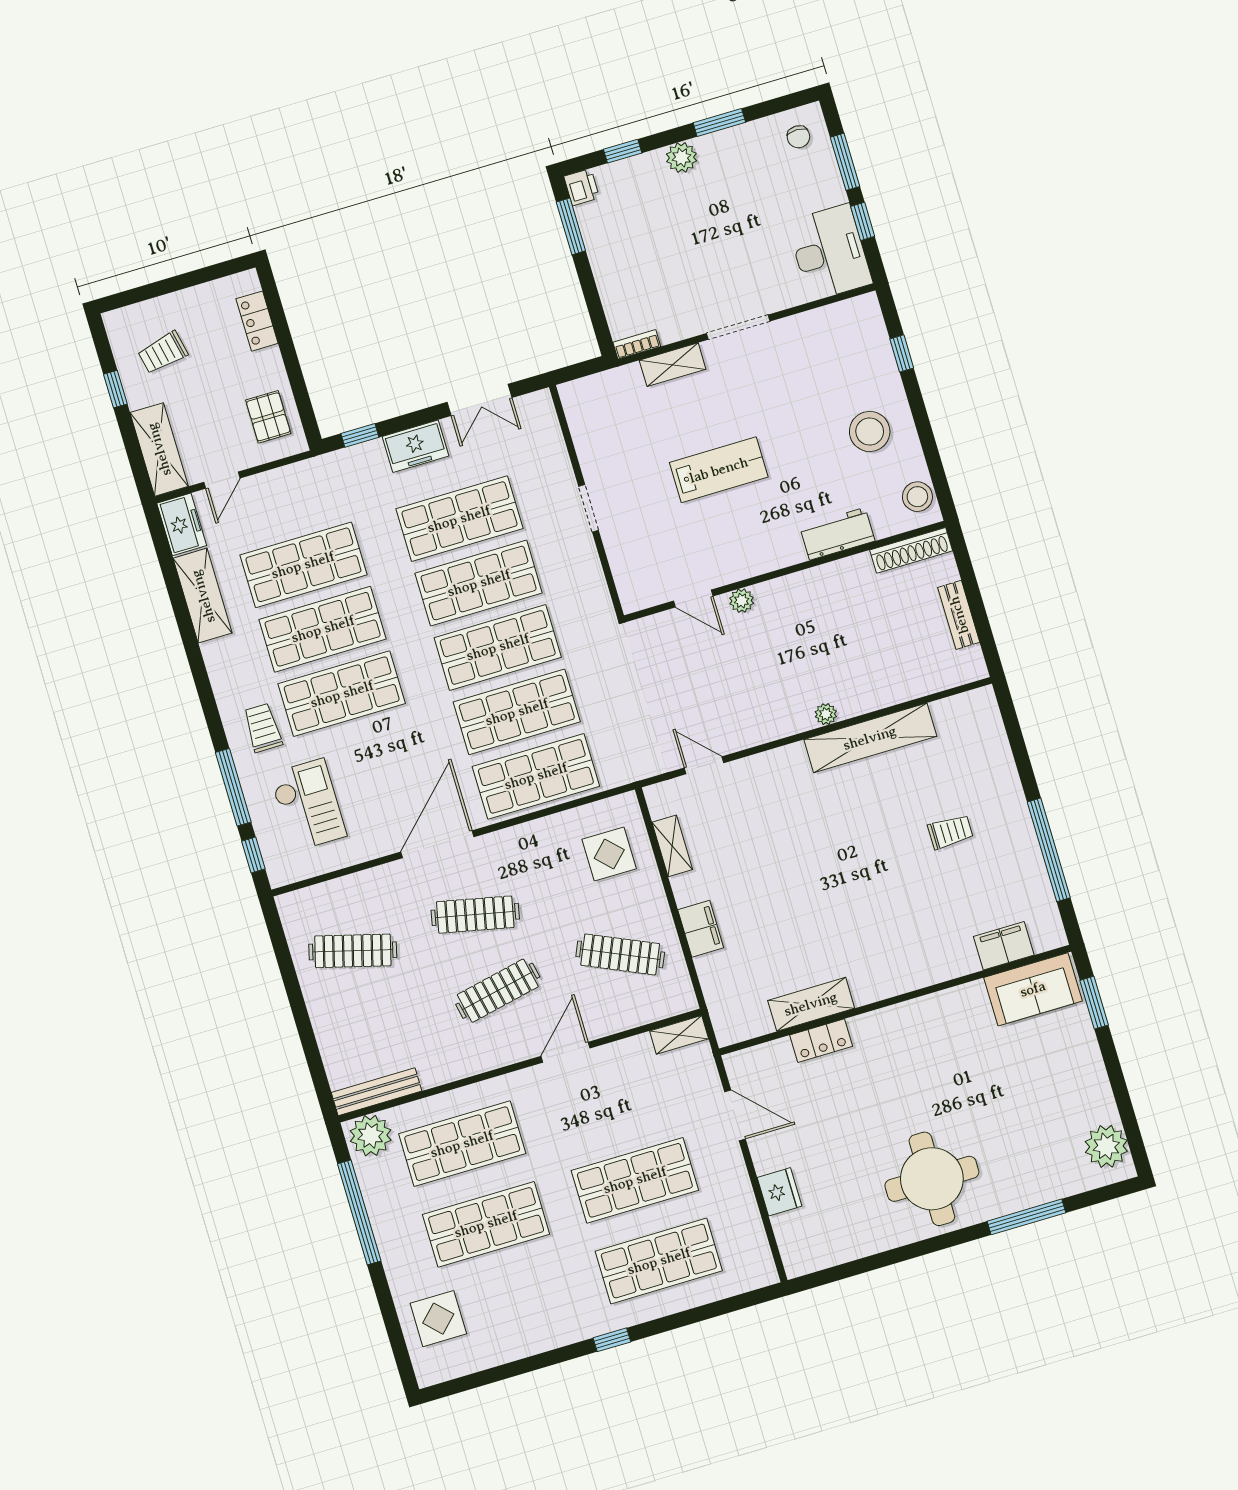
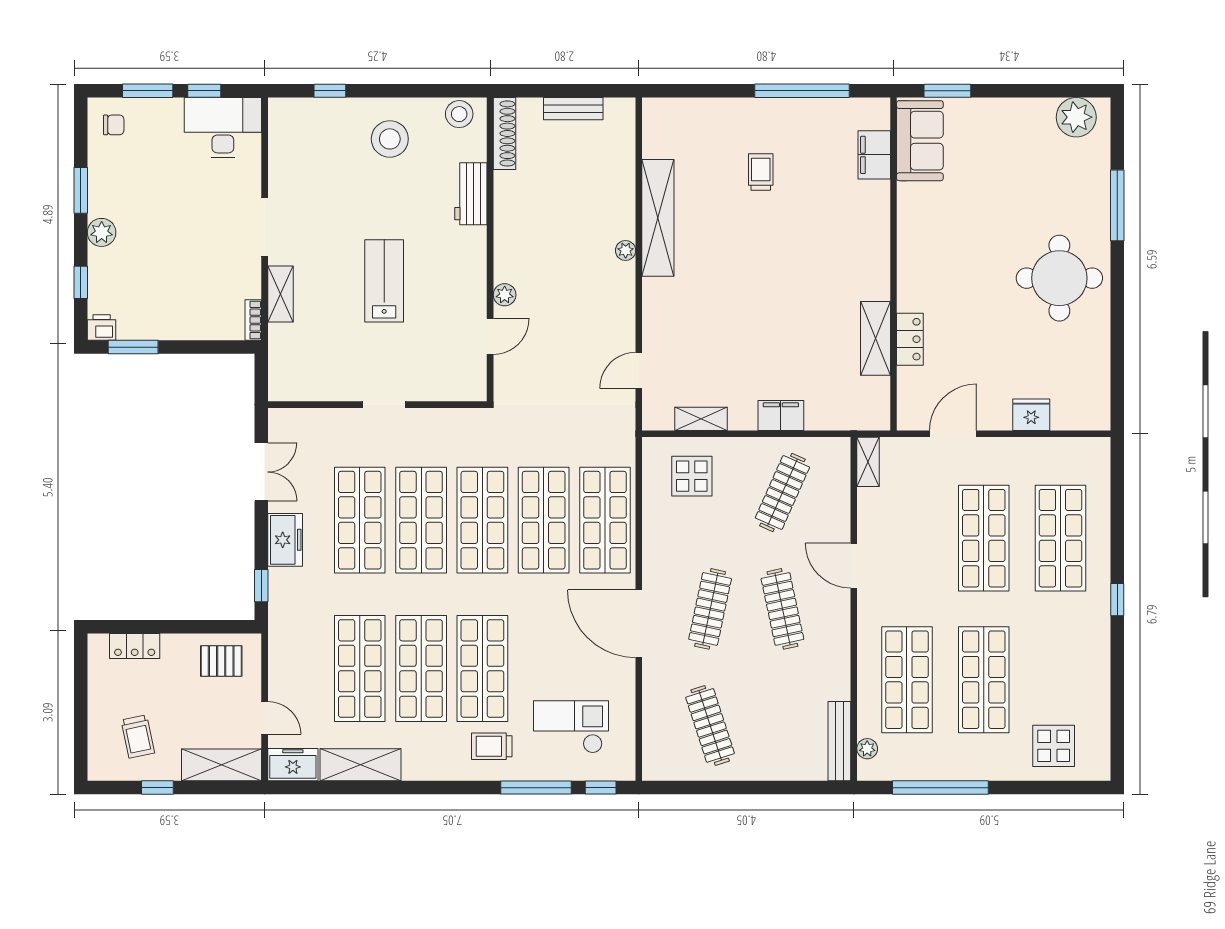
clothes rail: (353, 951) -> (710, 725), turned -33
plant: (371, 1136) -> (867, 749), width x0.53, depth x0.53

